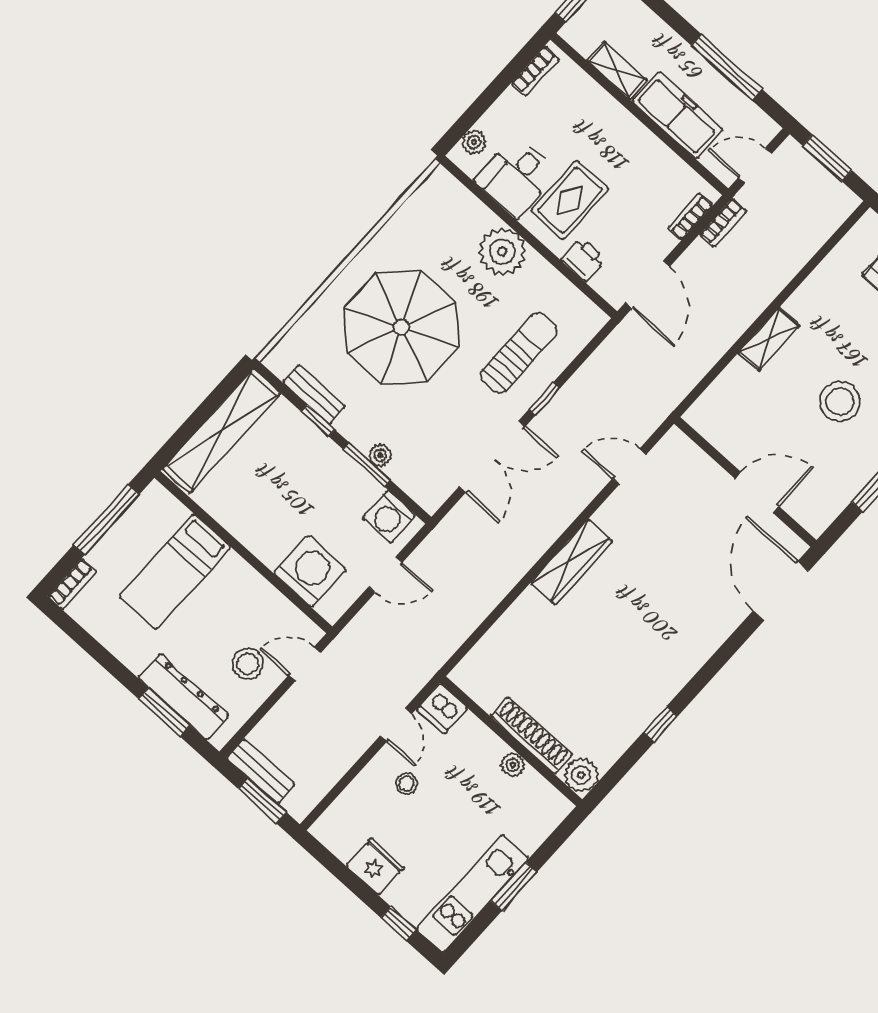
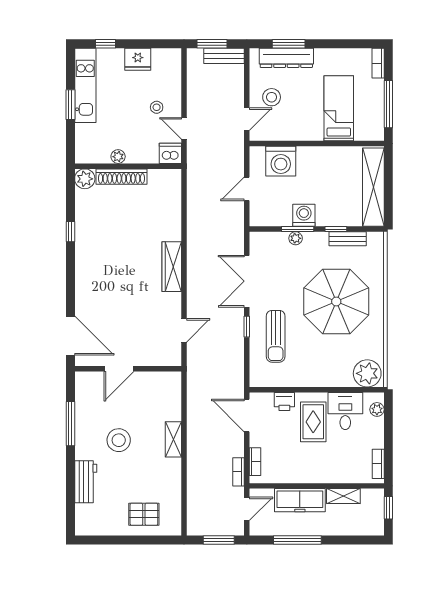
plant: (502, 252) -> (367, 373), moved
washing machine: (389, 517) -> (304, 215), moved

